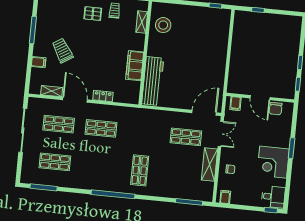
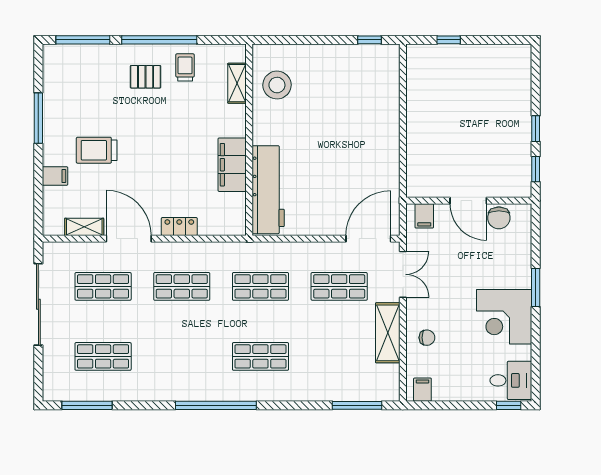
trolley: (63, 50) -> (97, 150), turned -58
shop shelf: (143, 133) -> (260, 286), added
shop shelf: (140, 170) -> (260, 356), turned 90

